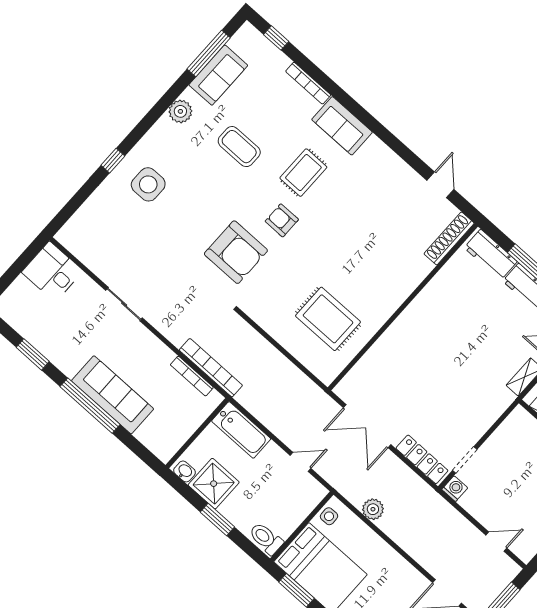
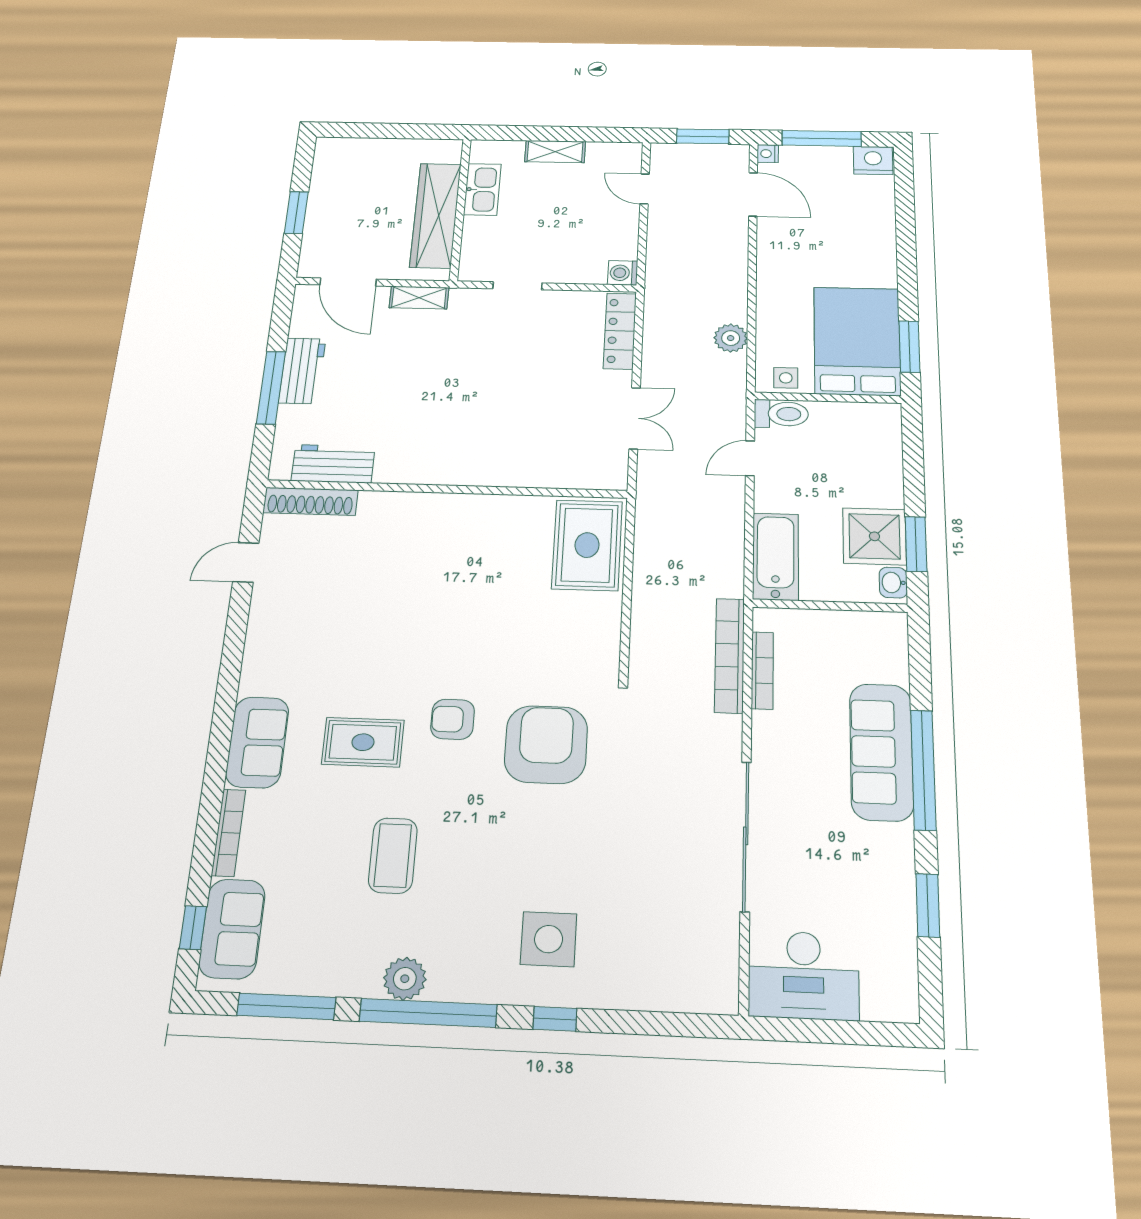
sofa: (218, 75) -> (232, 929), moved, turned 90
window: (158, 110) -> (428, 1013), added
armchair: (282, 220) -> (453, 719), turned 90
workbench: (491, 255) -> (333, 464), moved, turned -90
desk: (52, 272) -> (804, 975), width x1.37
sliding door: (124, 304) -> (746, 836), width x1.86
rug: (328, 319) -> (587, 545), moved
double door: (367, 426) -> (635, 418), width x0.73
doorway: (465, 460) -> (517, 286), moved
door: (301, 462) -> (750, 458), hinge flipped
window: (217, 519) -> (916, 544), moved
toilet: (266, 538) -> (781, 414), moved, turned -90

